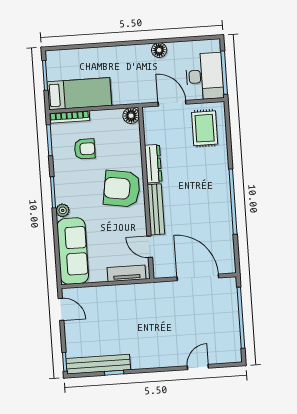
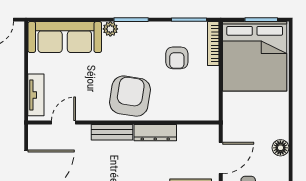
bed: (79, 94) -> (255, 56), width x2.04
floor lamp: (131, 116) -> (210, 112), removed
bench: (156, 209) -> (112, 132), width x0.73

